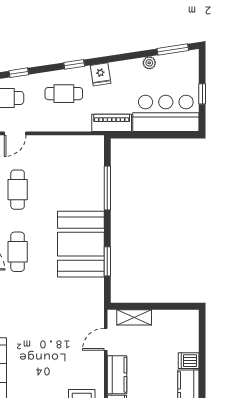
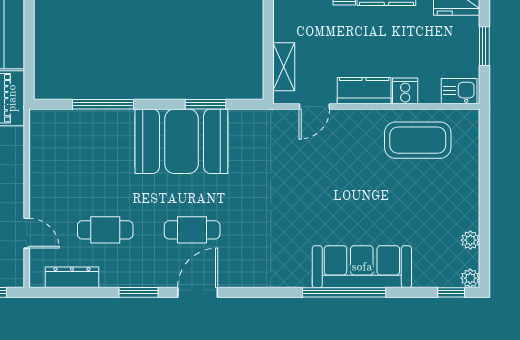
door: (106, 339) -> (314, 107), hinge flipped

